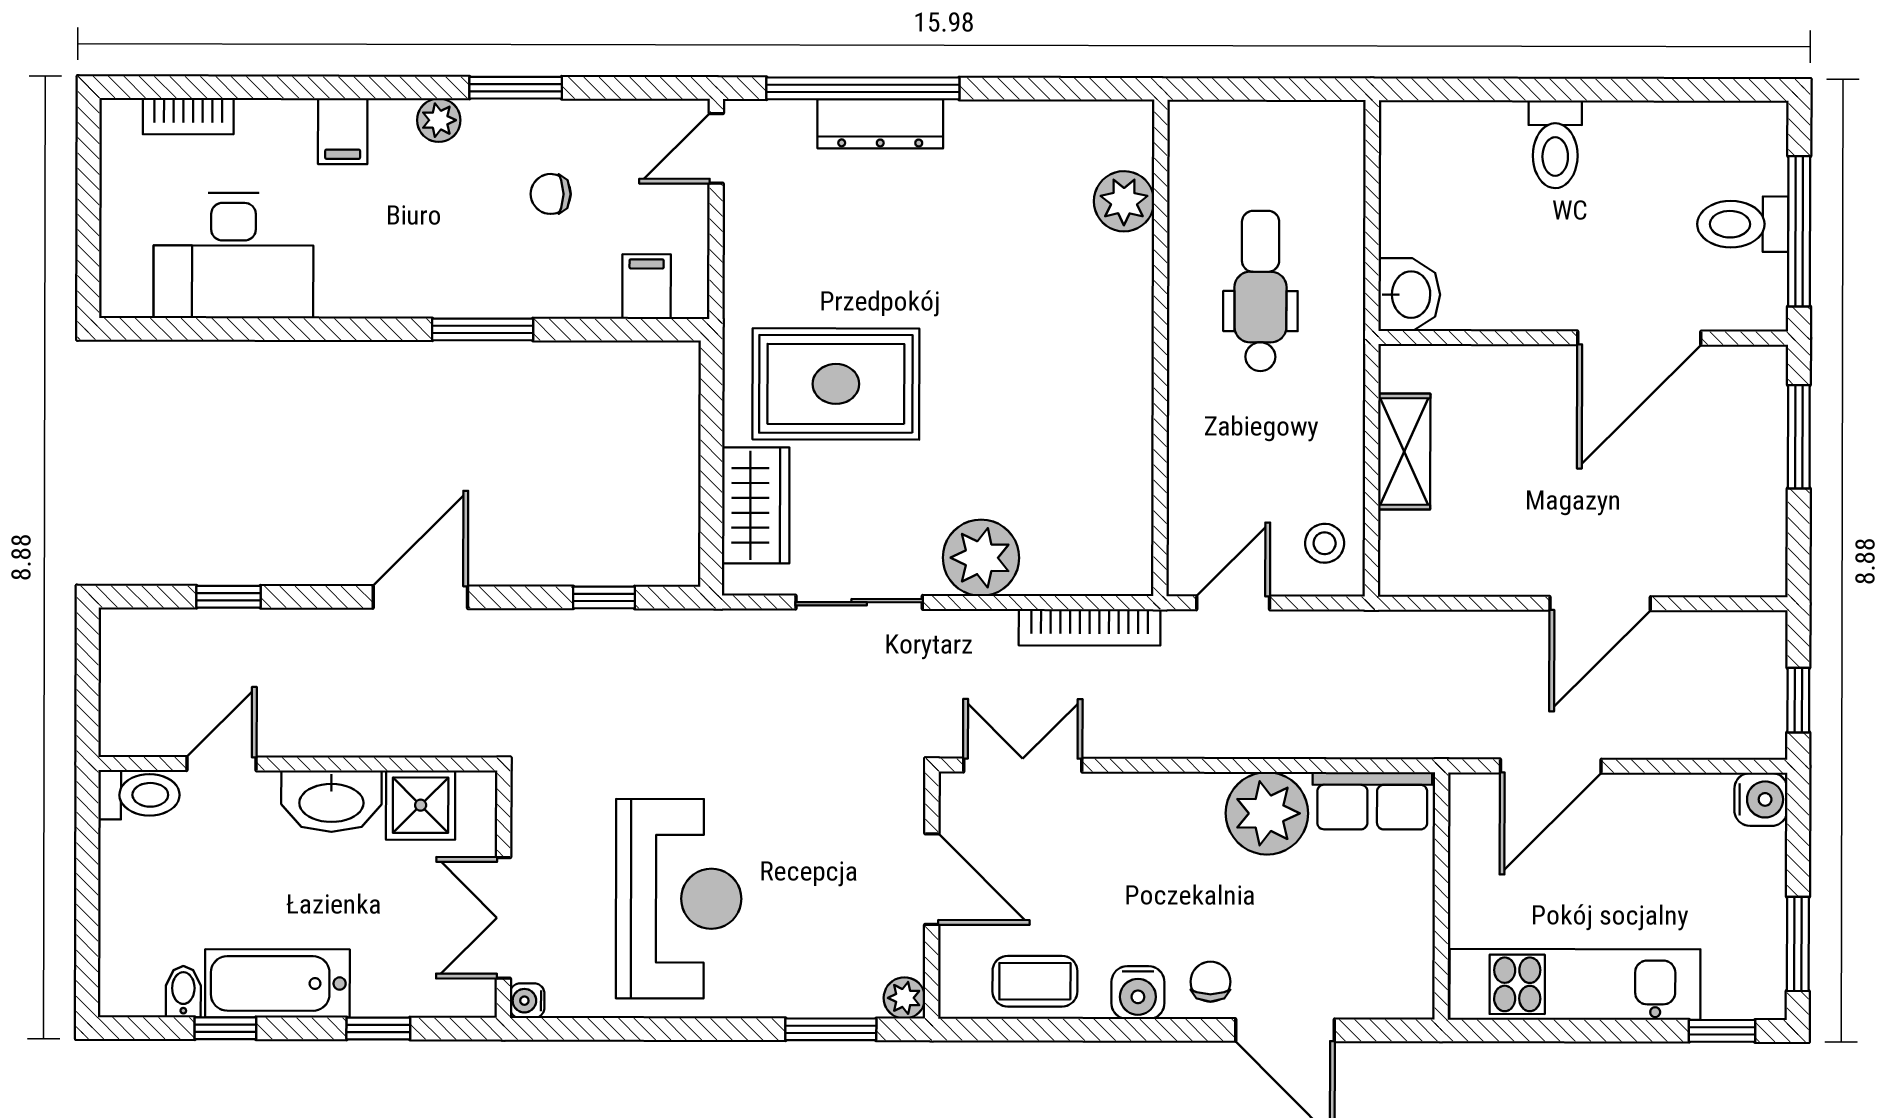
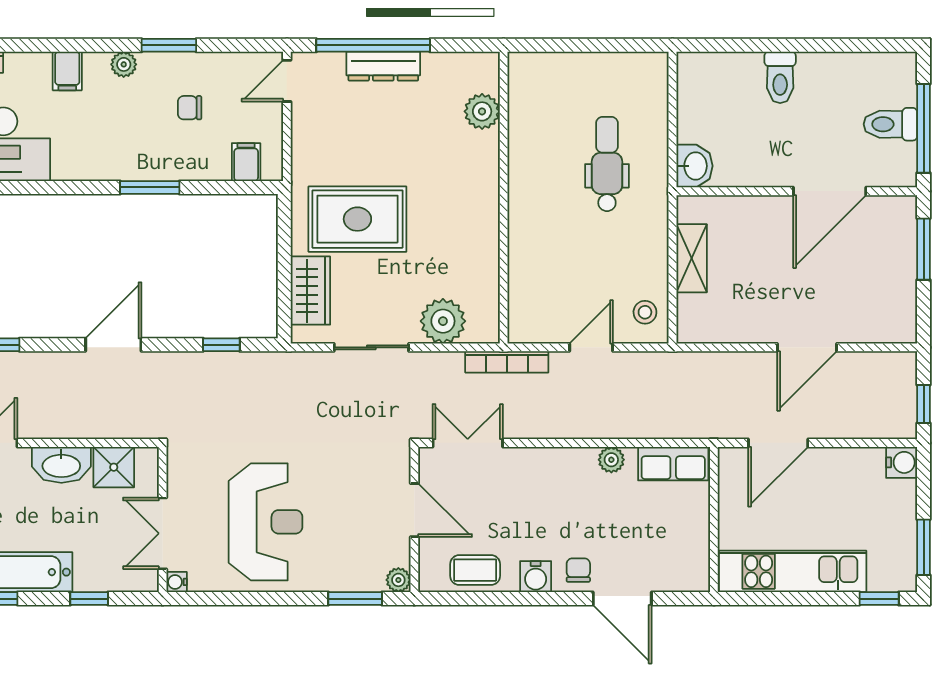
plant: (1124, 201) -> (482, 111), moved
wall: (1160, 348) -> (504, 198), moved
plant: (1267, 813) -> (611, 460), width x0.53, depth x0.53

